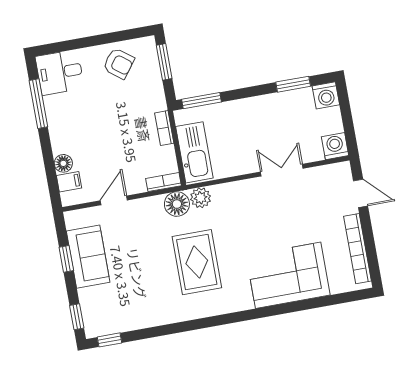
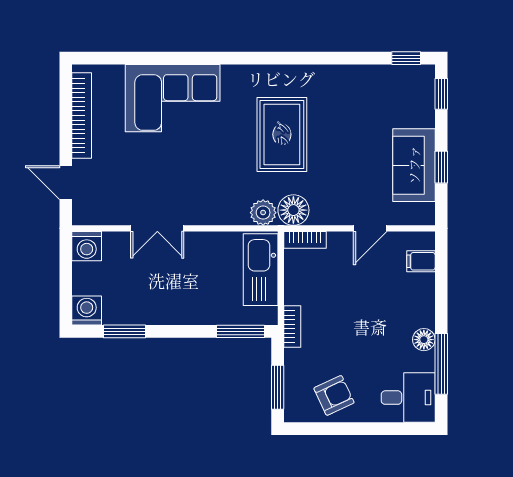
armchair: (119, 63) -> (334, 395), turned 118
bookcase: (164, 128) -> (292, 327), moved
floor lamp: (63, 163) -> (424, 340), moved

